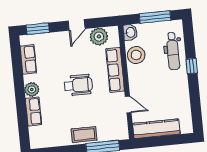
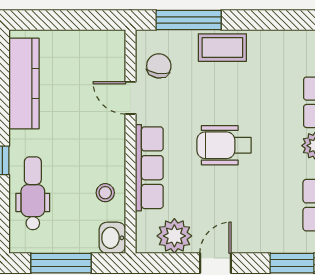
stool: (136, 55) -> (105, 193), width x0.53, depth x0.53
chair: (115, 122) -> (159, 66), added
kitchen counter: (156, 129) -> (24, 84), moved, turned -90

